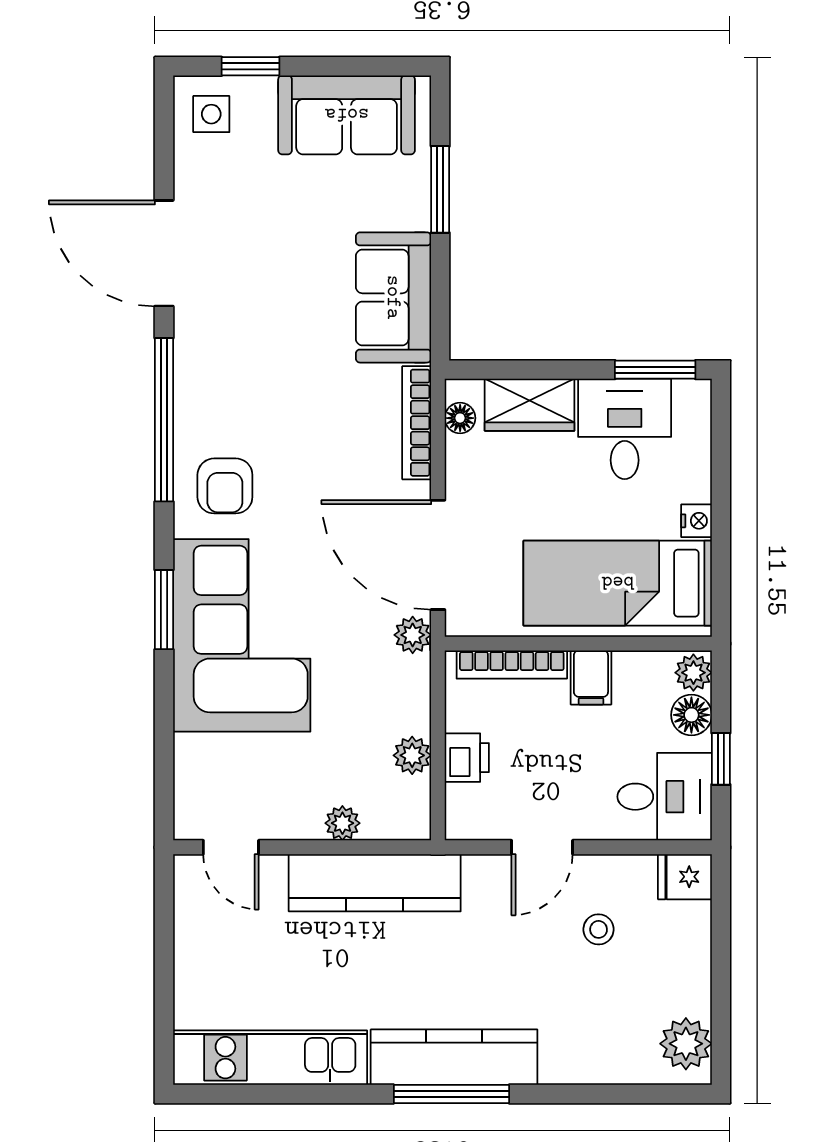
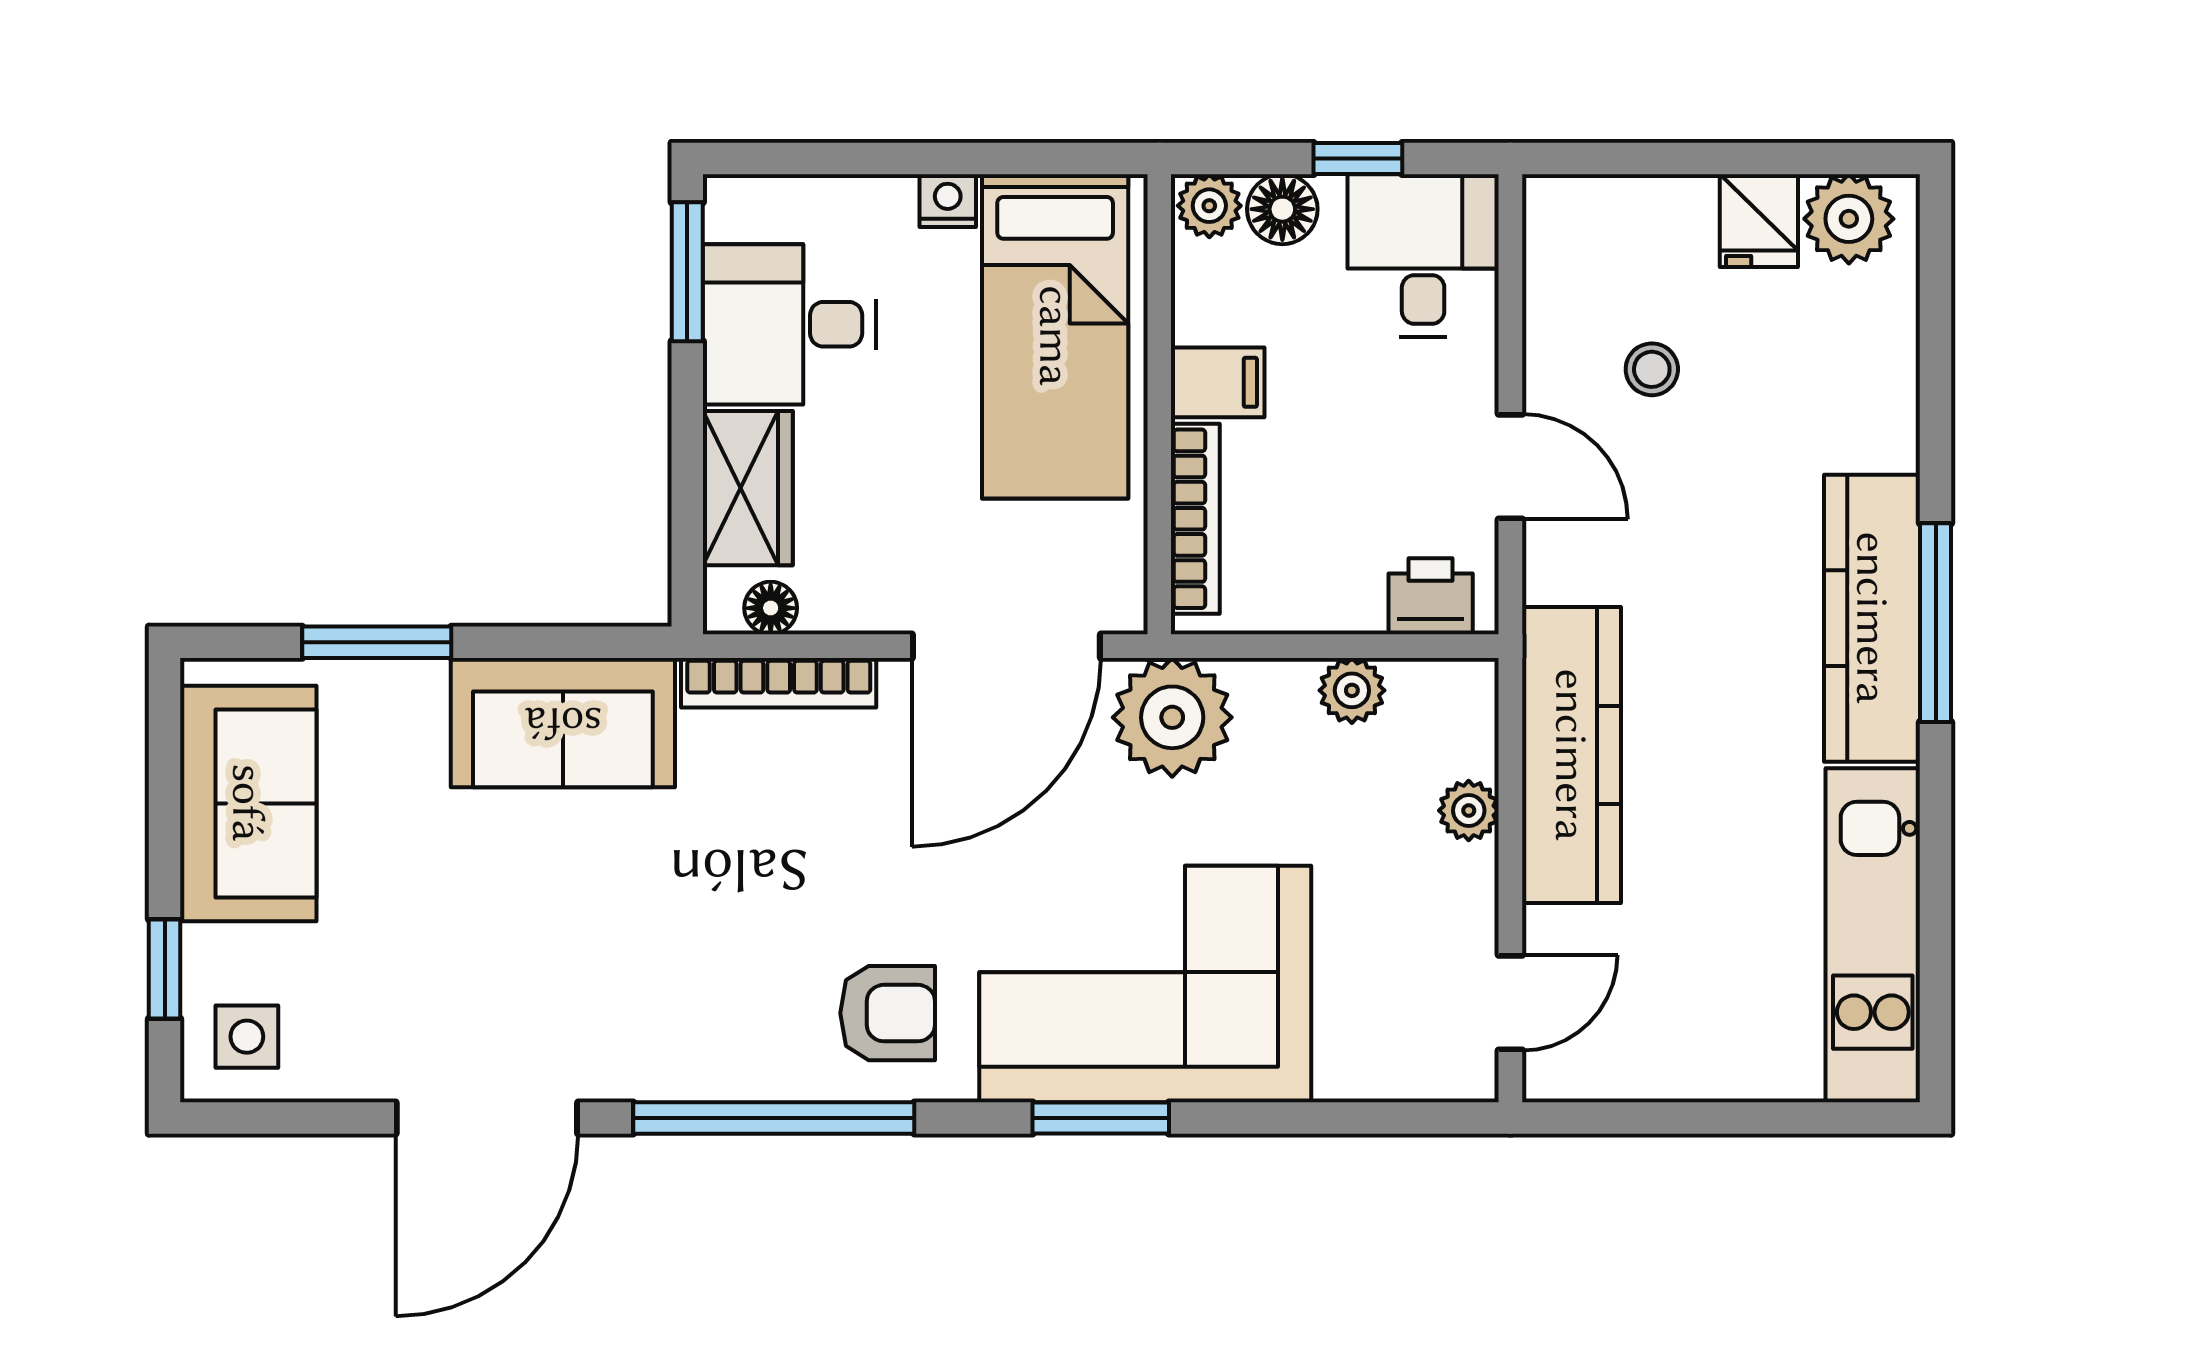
plant: (413, 635) -> (1172, 717), width x1.87, depth x1.87
printer: (467, 758) -> (1431, 596), moved
fridge: (685, 877) -> (1759, 221), moved

